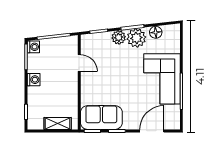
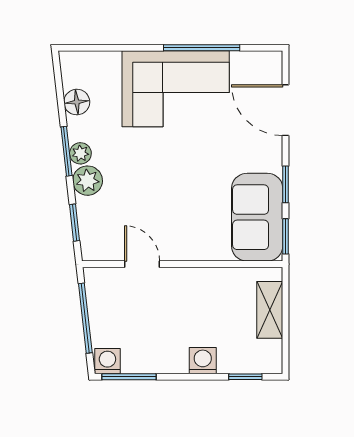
plant: (136, 38) -> (80, 153), width x0.53, depth x0.53
door: (79, 63) -> (142, 264), hinge flipped
washing machine: (34, 80) -> (203, 361), moved

